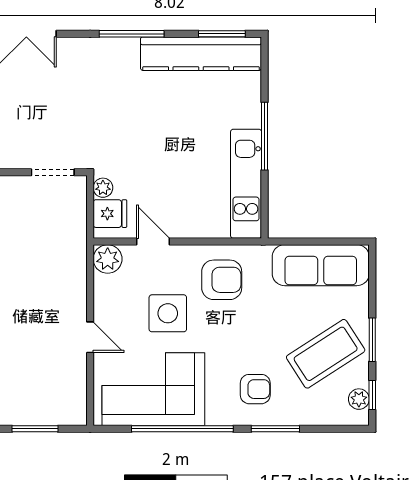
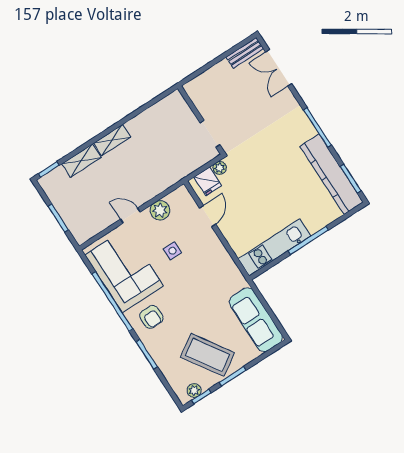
plant: (108, 259) -> (160, 210), moved
armchair: (222, 280) -> (211, 269), removed
side table: (168, 313) -> (172, 251), width x0.54, depth x0.54
door: (90, 337) -> (130, 216), swing flipped
armchair: (255, 389) -> (151, 317), moved

